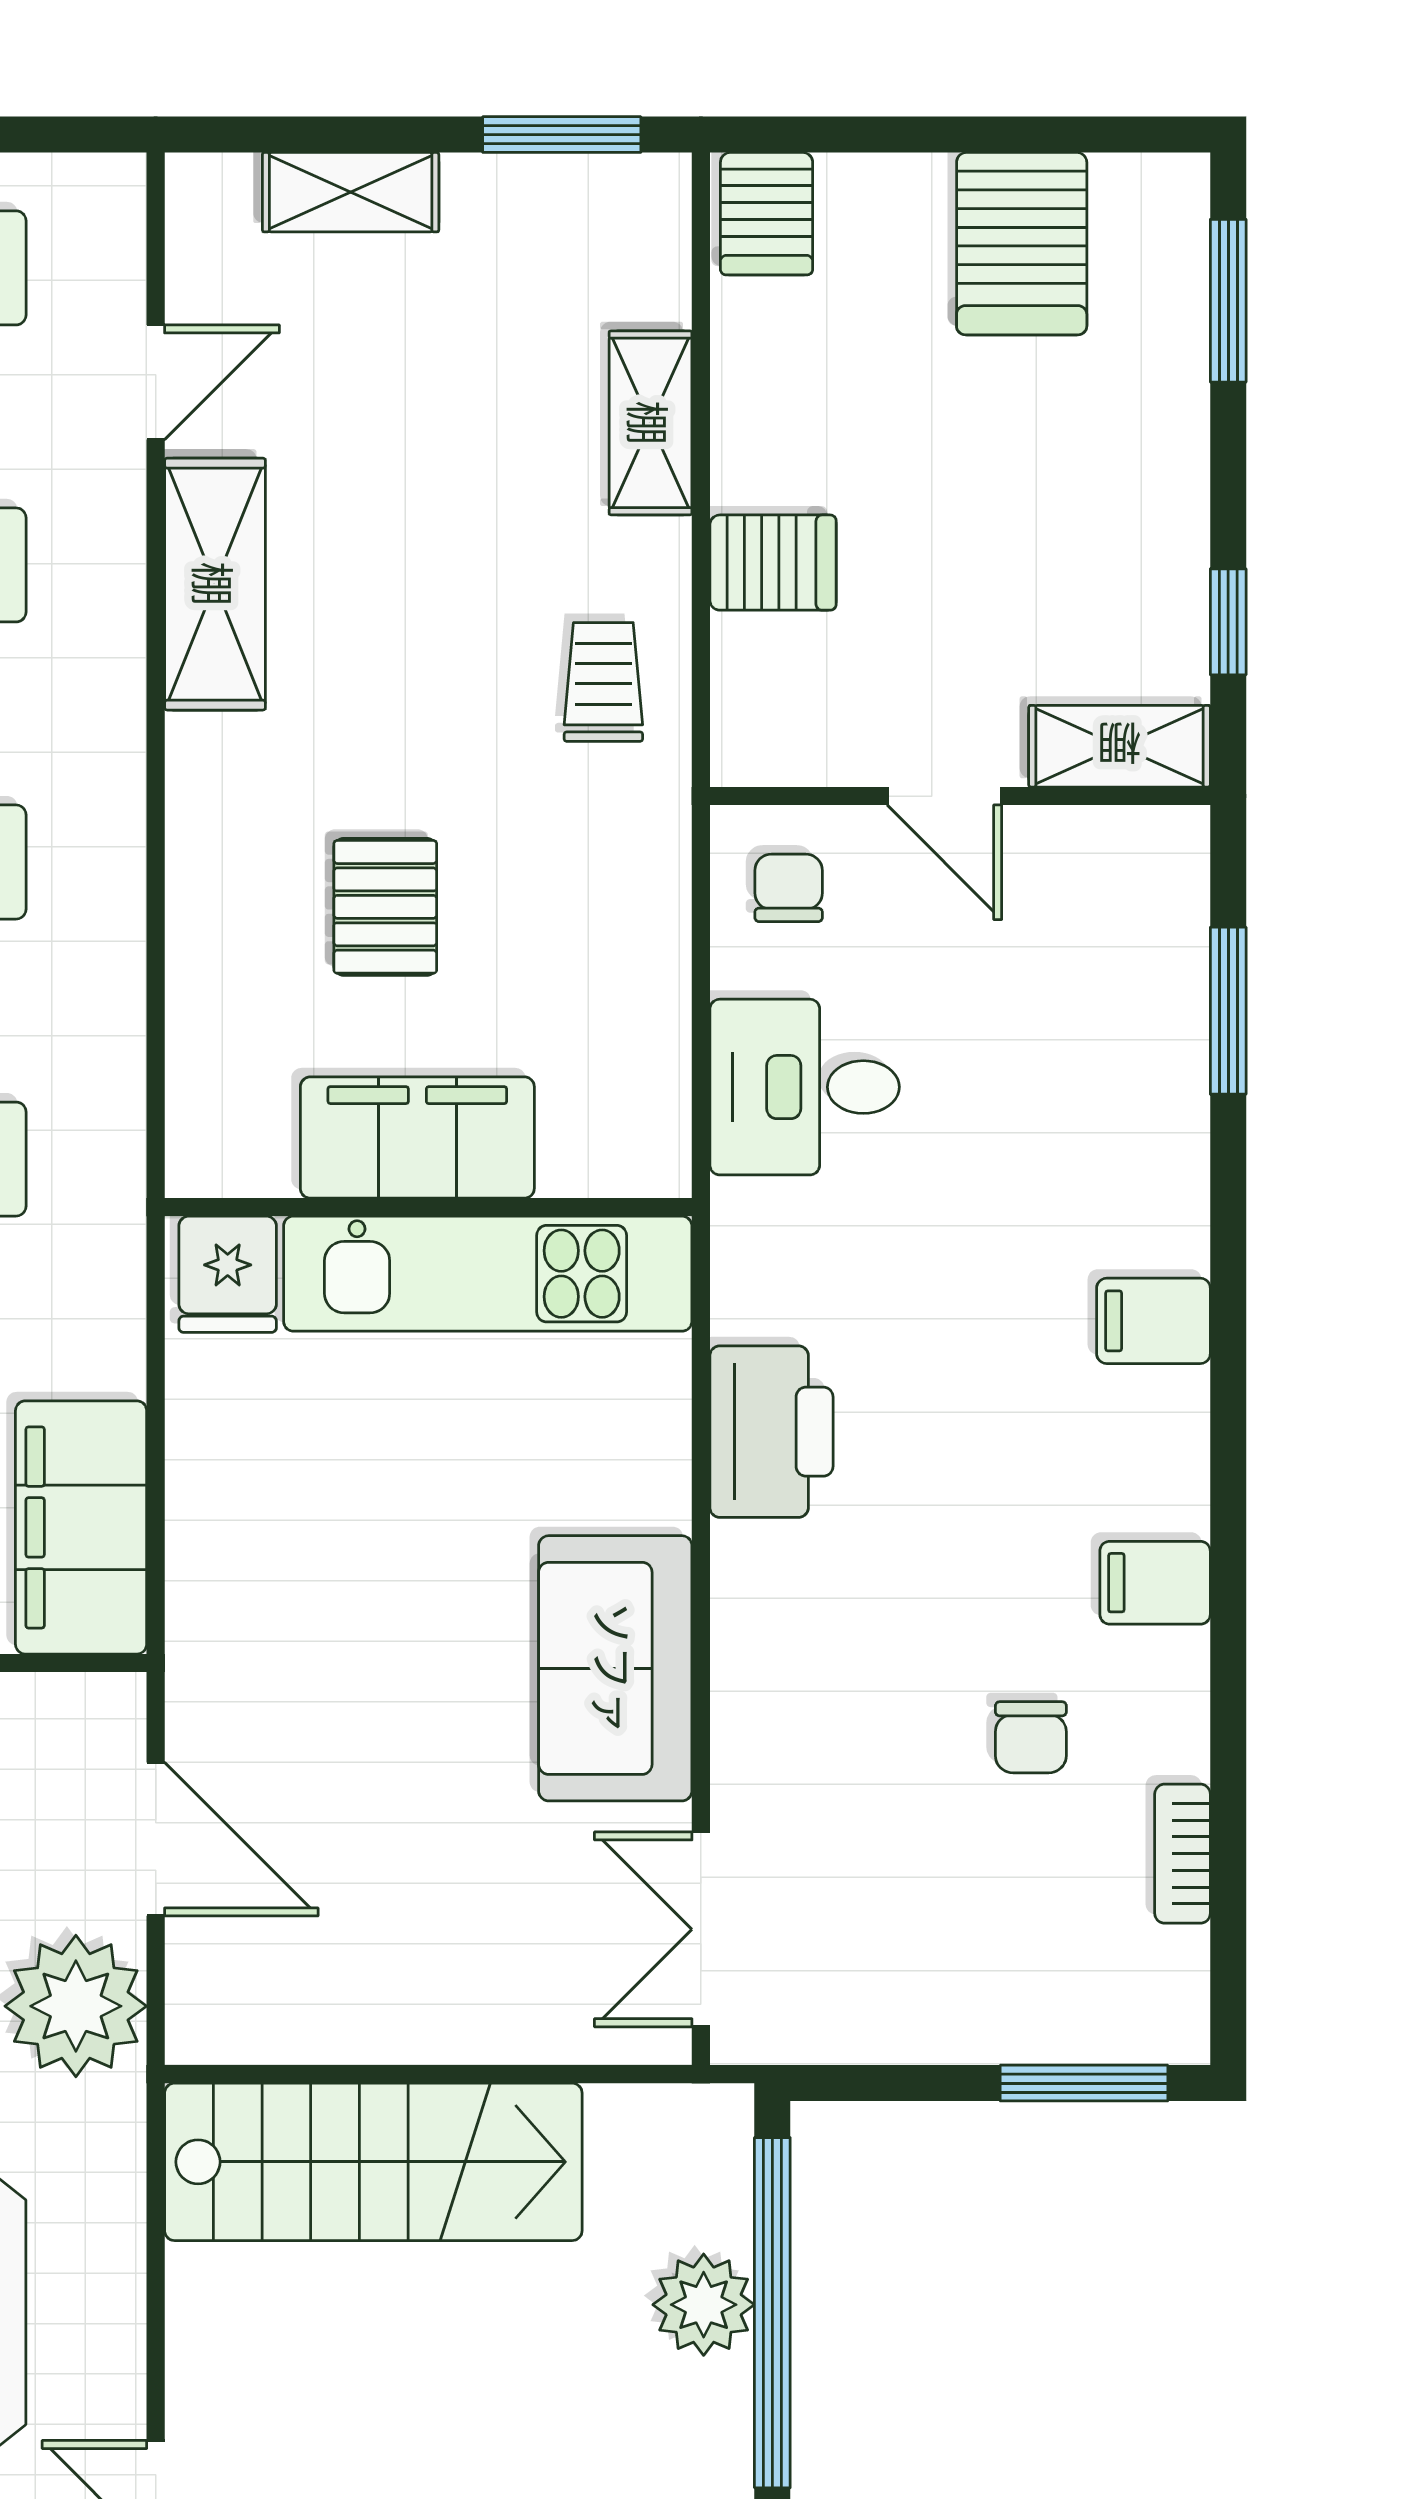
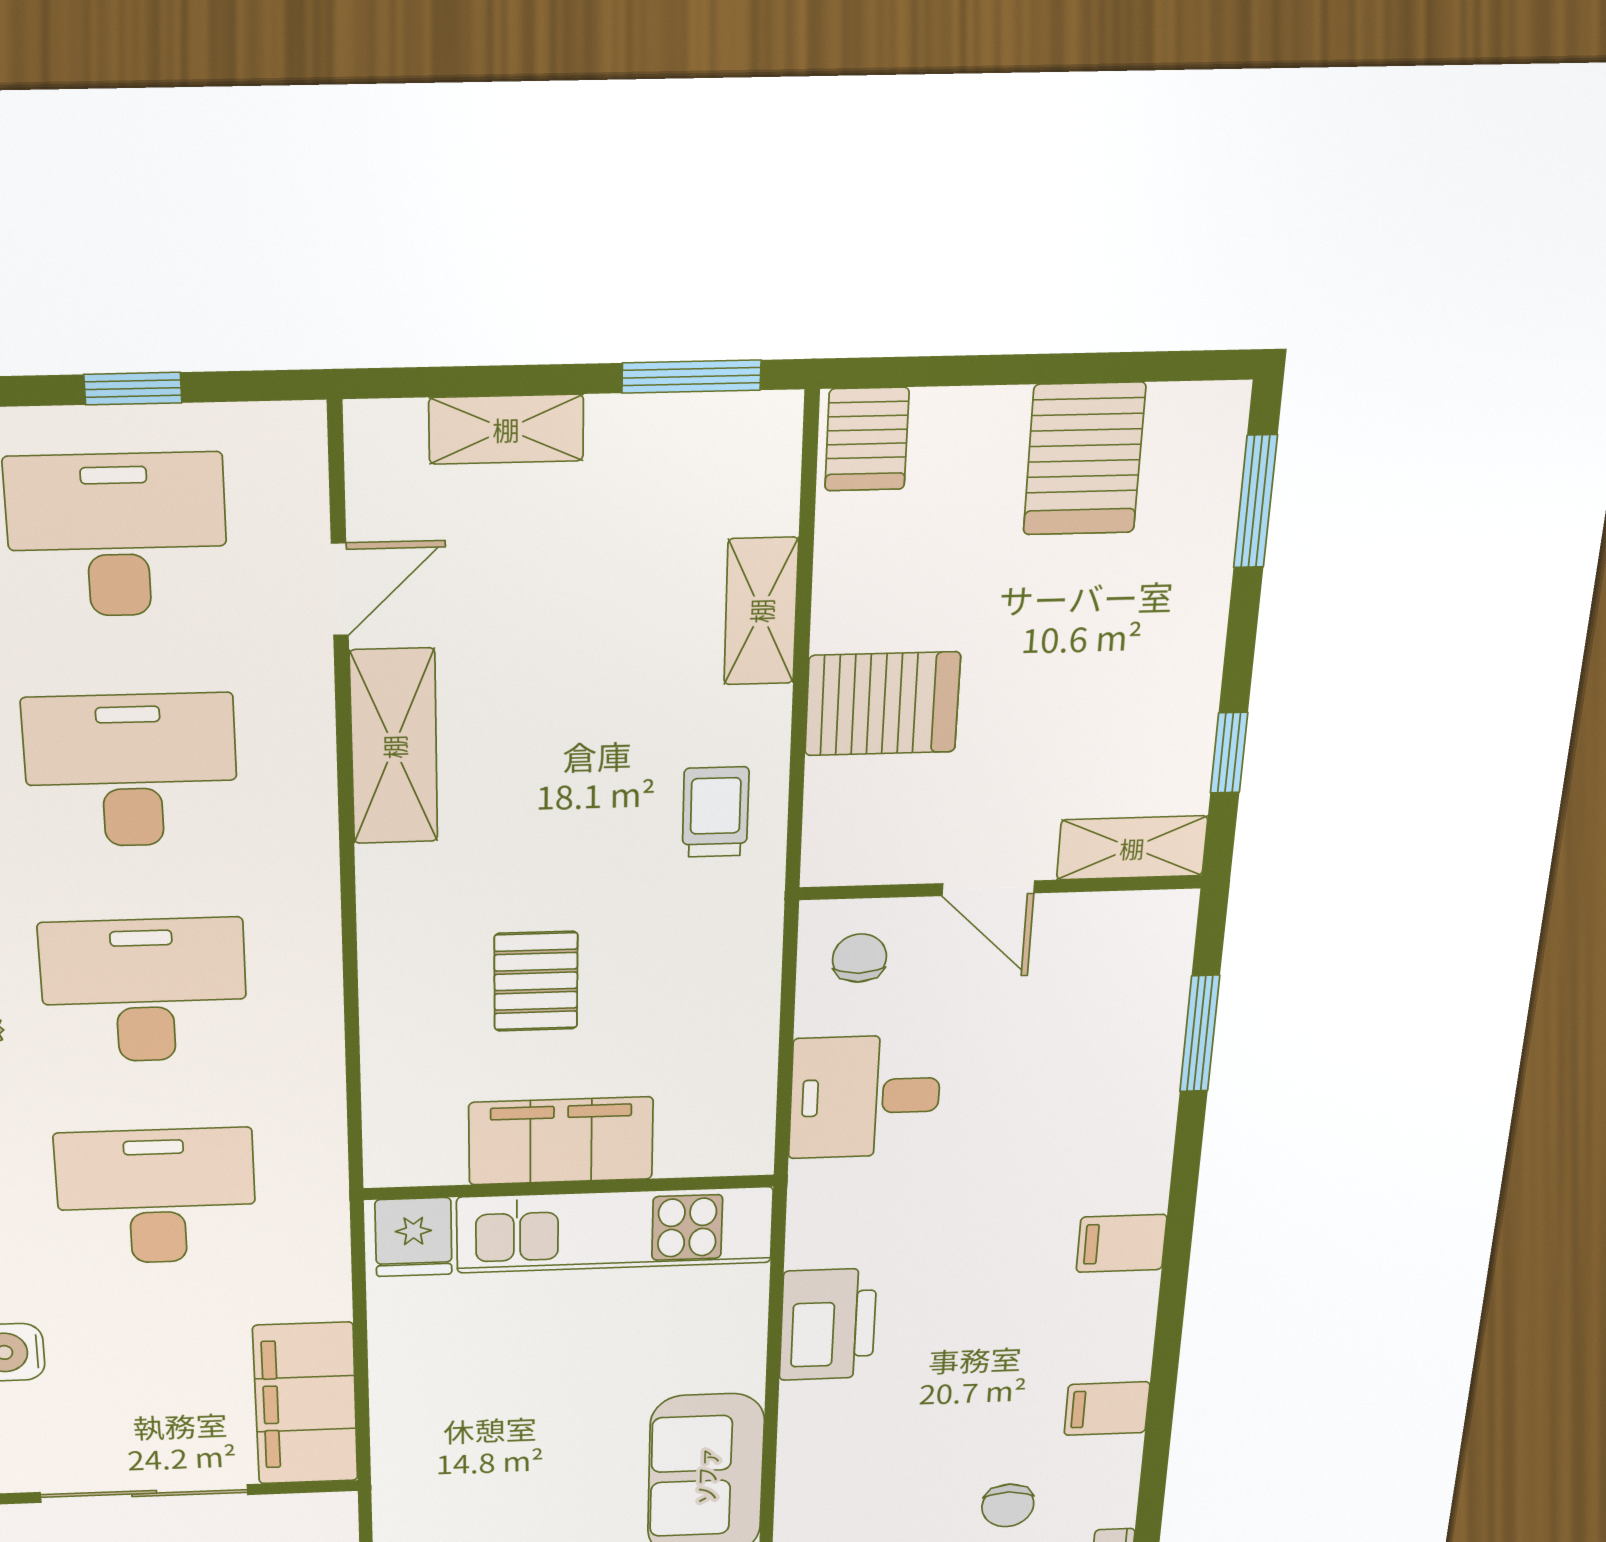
server rack: (773, 563) -> (882, 704), width x1.36, depth x1.44

